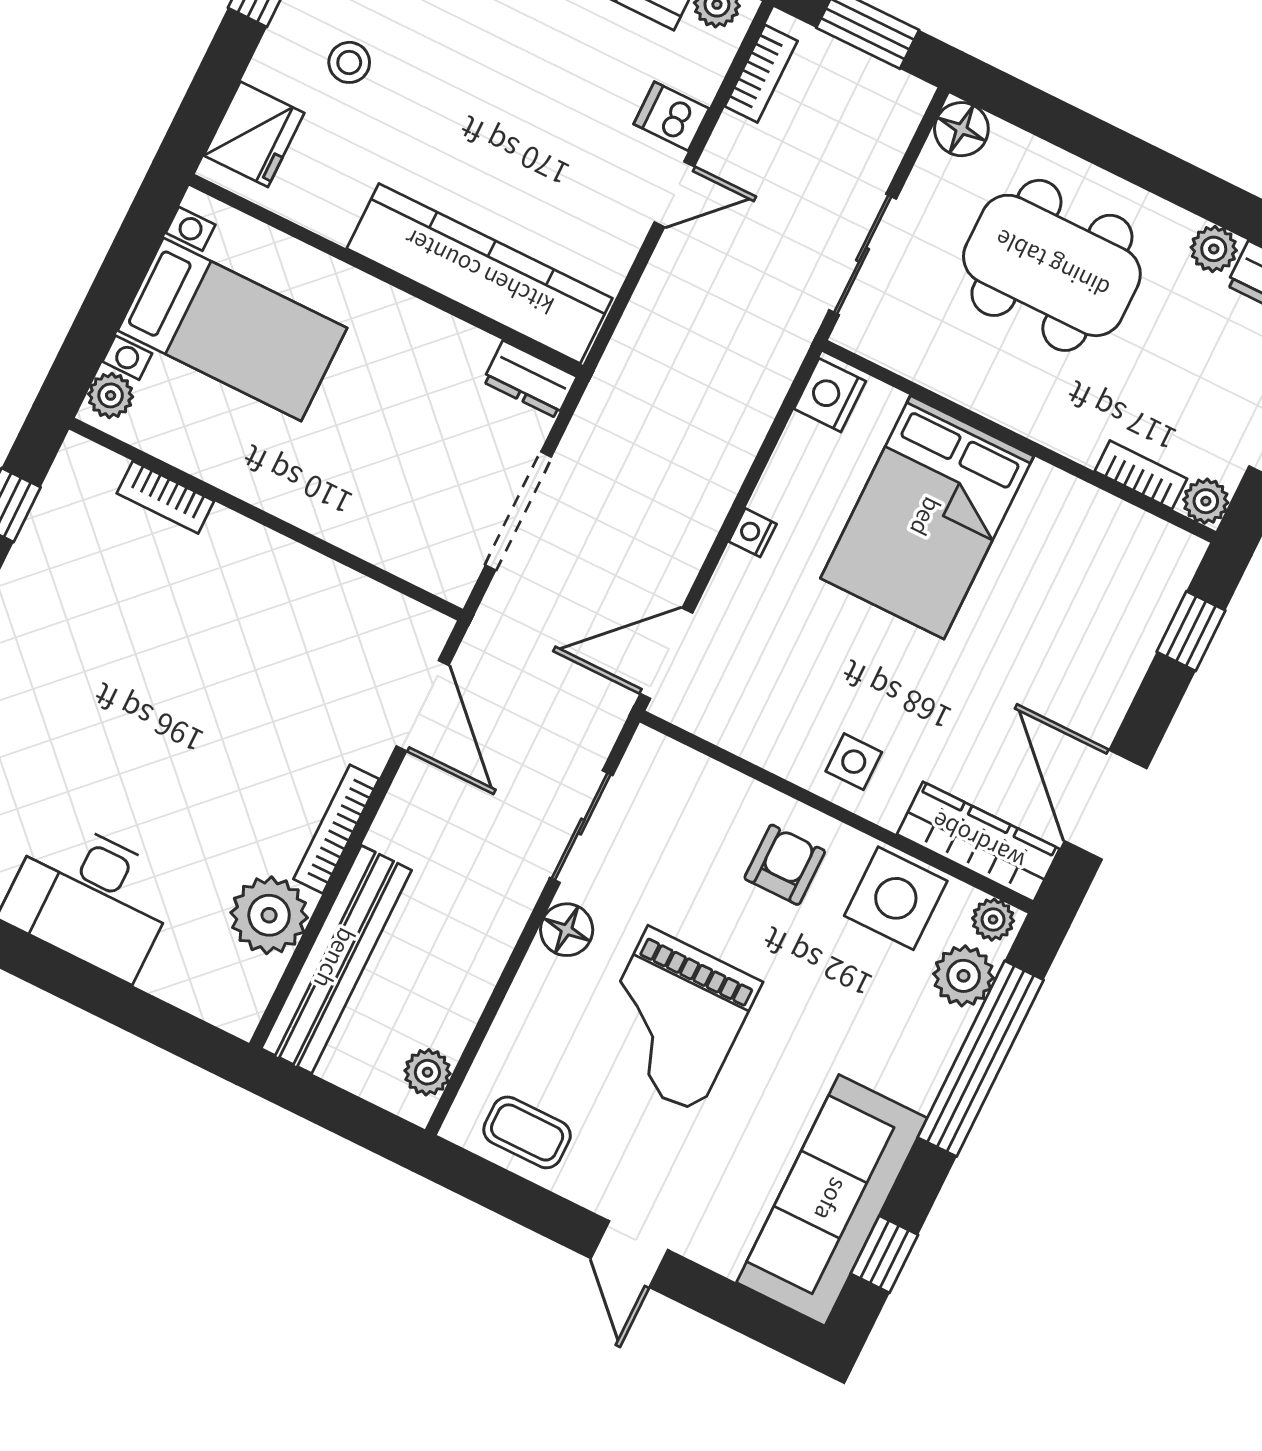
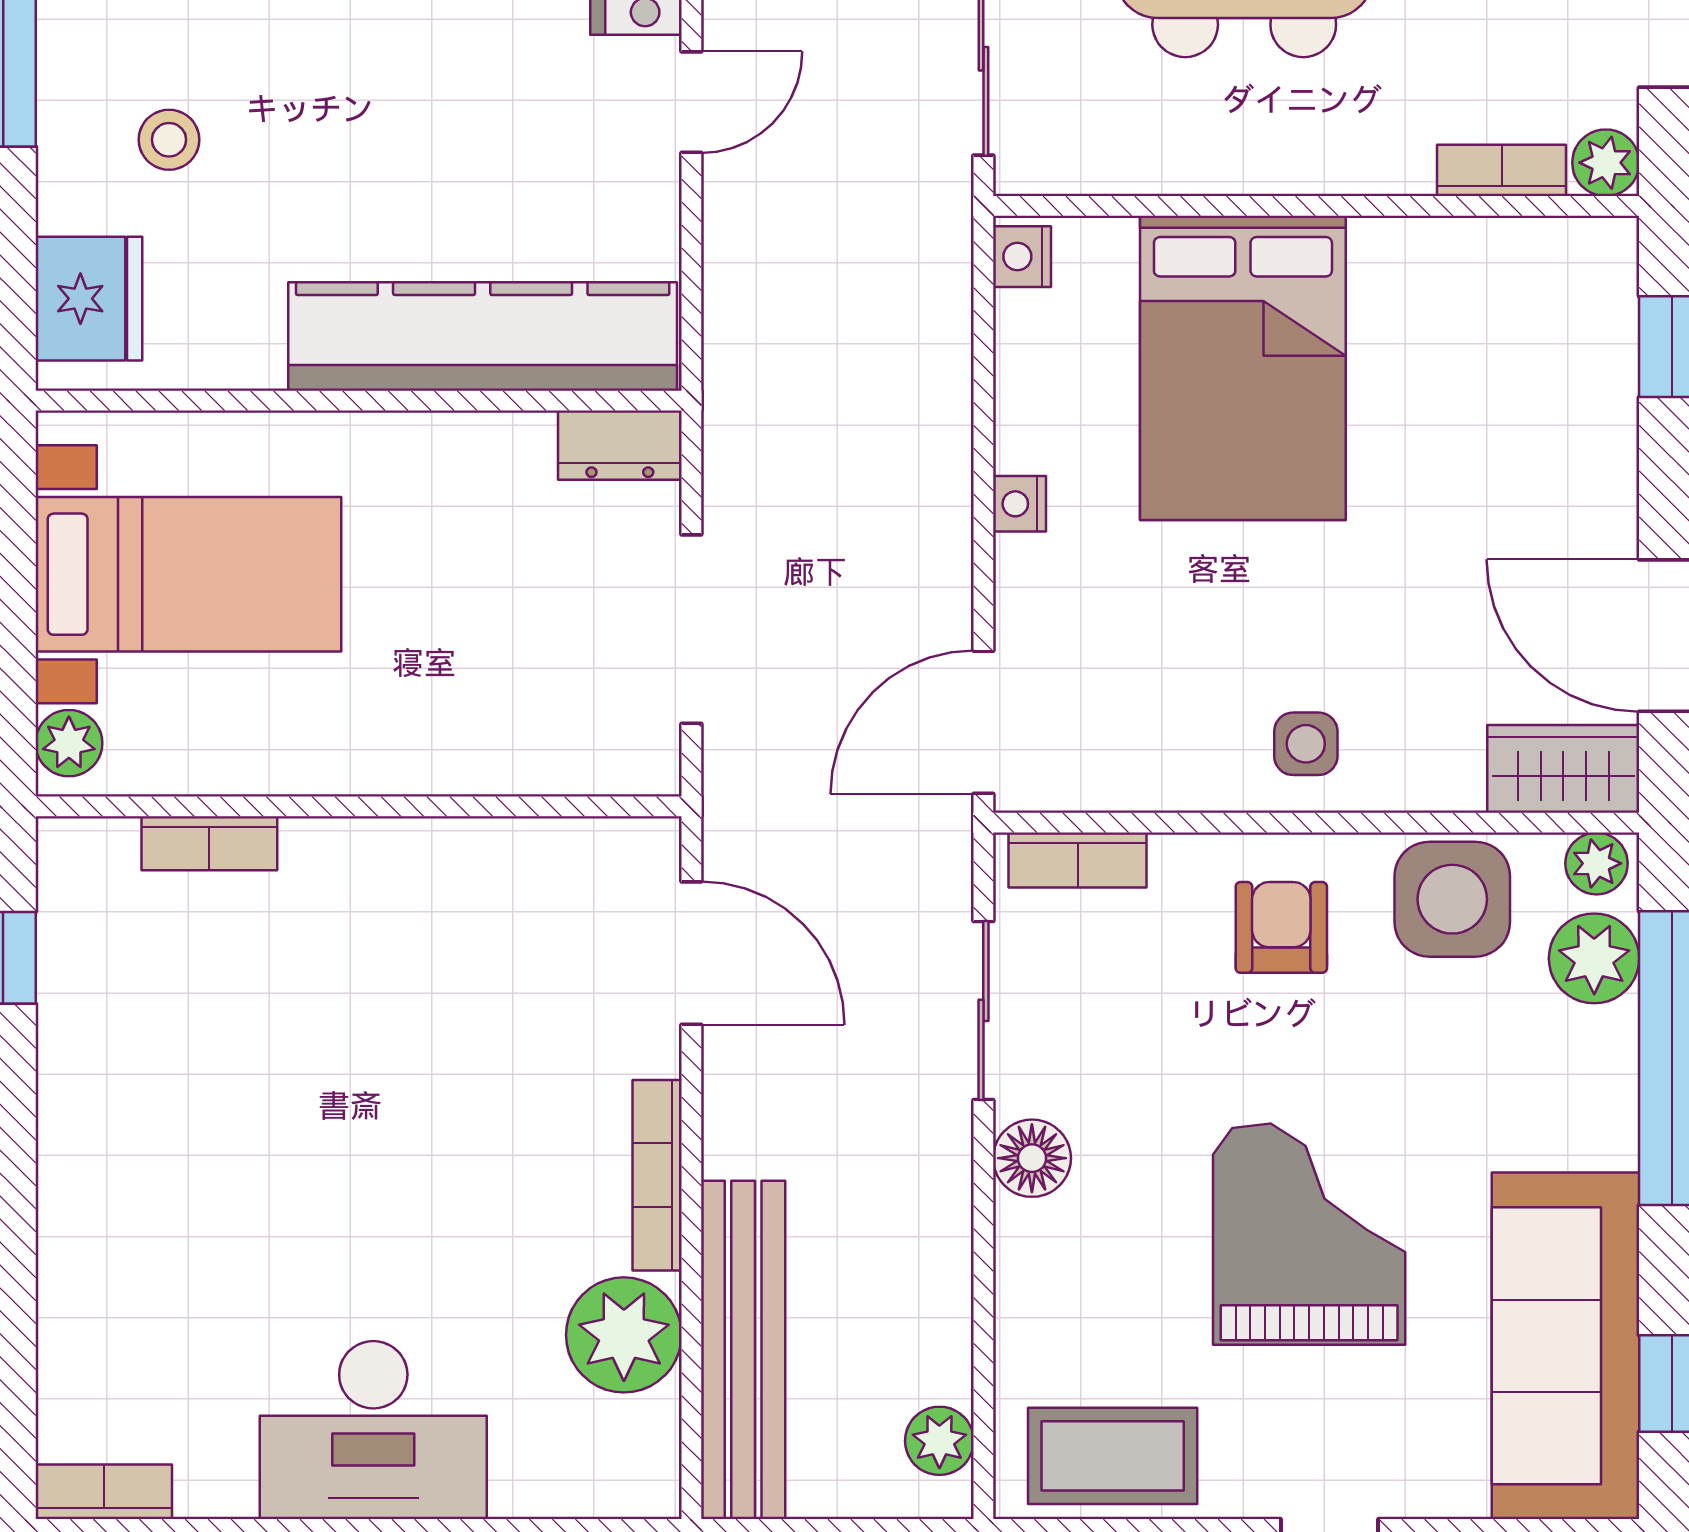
nightstand: (830, 395) -> (1022, 257), width x0.72, depth x0.74
bookcase: (682, 764) -> (1078, 860), added
wardrobe: (978, 842) -> (1563, 769), width x0.67
grand piano: (673, 1020) -> (1309, 1234), moved, turned 180
coffee table: (527, 1132) -> (1113, 1456), width x1.36, depth x1.30

